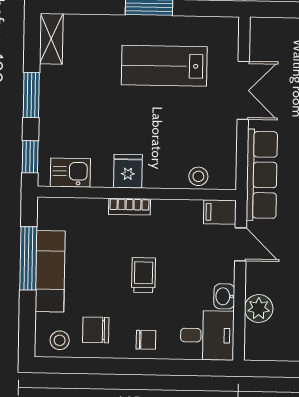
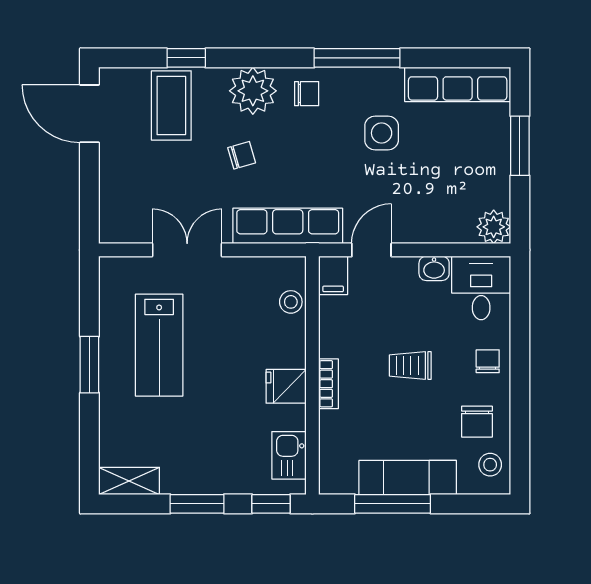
plant: (259, 308) -> (494, 227), moved

